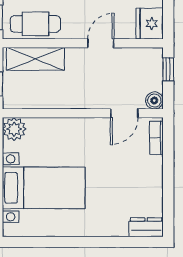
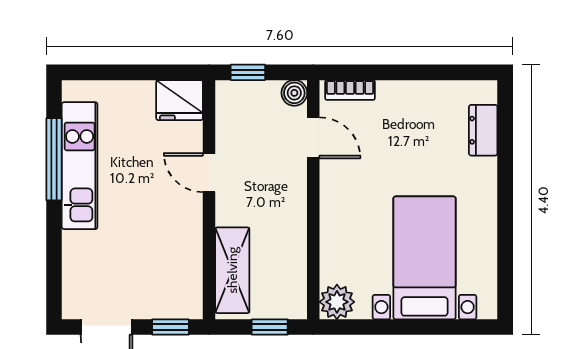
cafe table: (35, 24) -> (180, 270), removed
dresser: (146, 227) -> (483, 130), moved

